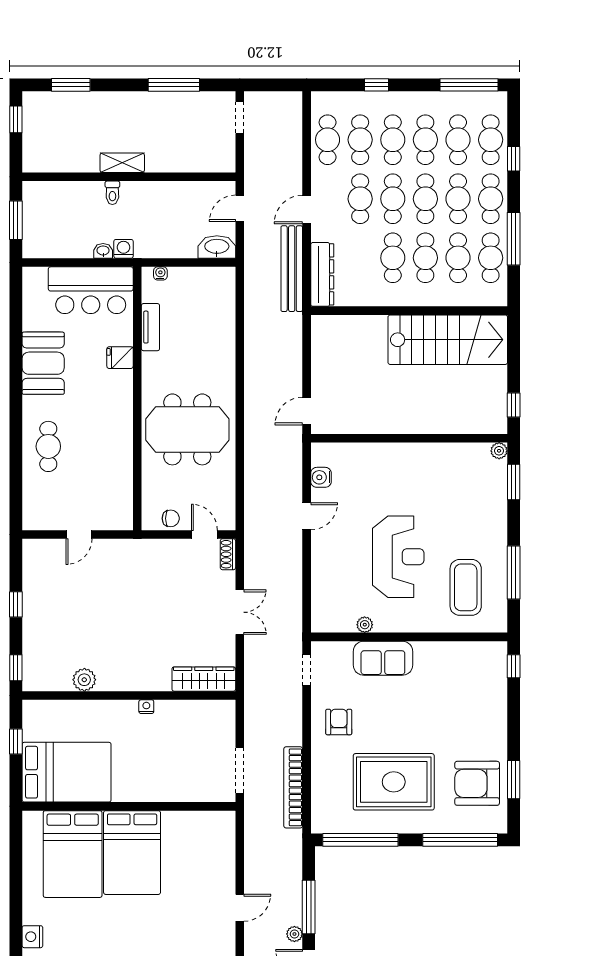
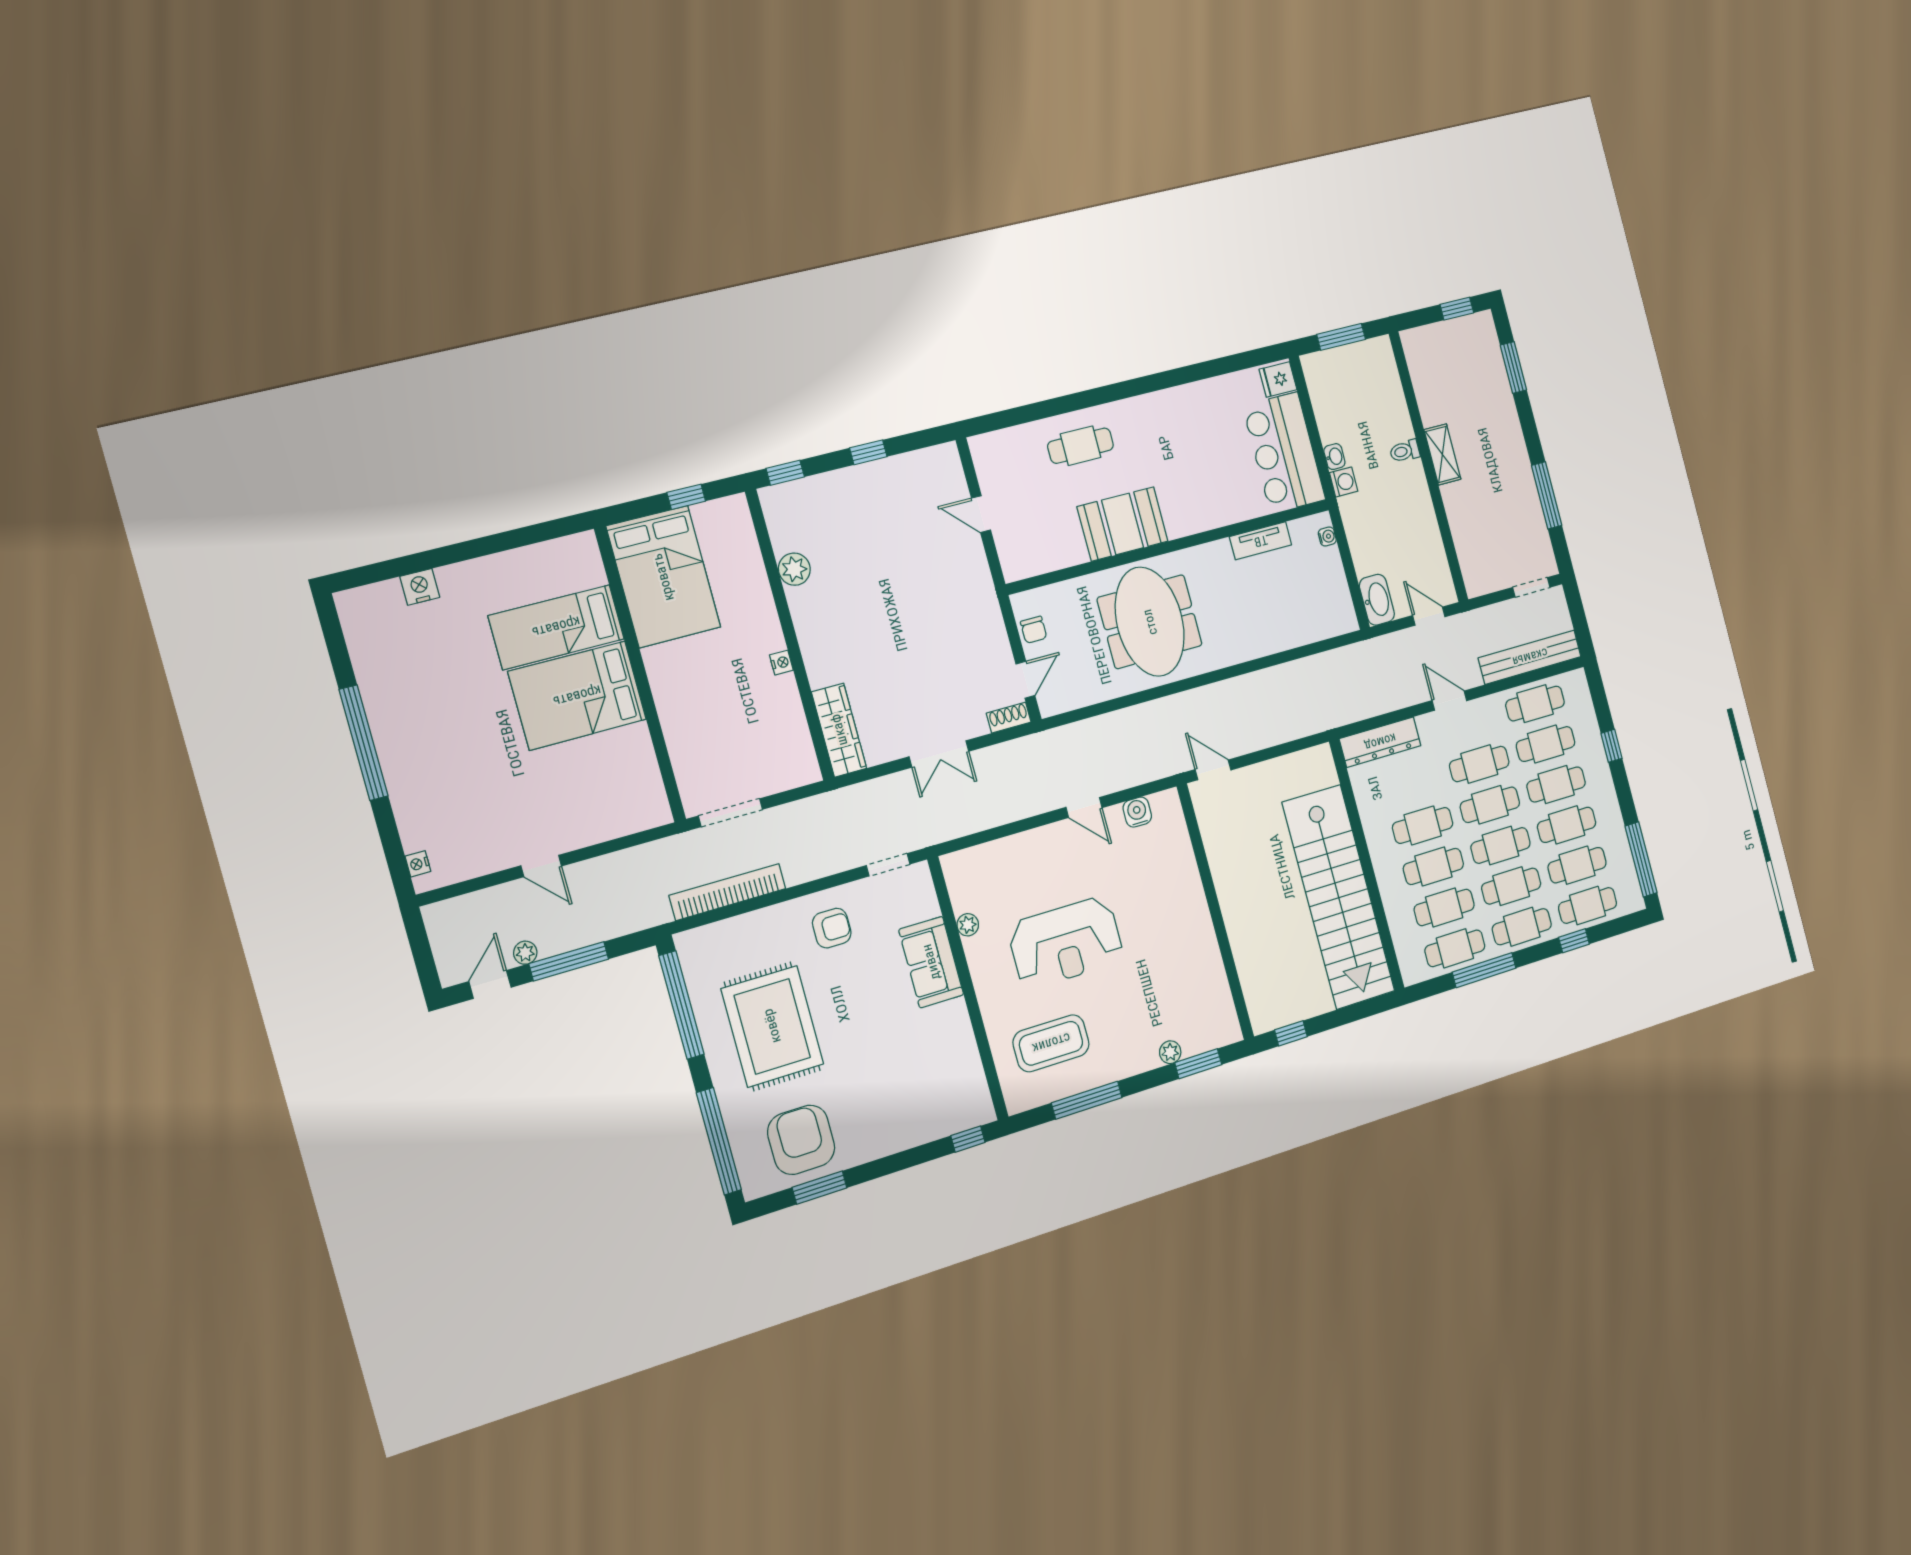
bench: (292, 269) -> (1530, 657), moved
stairs: (448, 340) -> (1339, 897), width x1.36
fridge: (120, 358) -> (1278, 379), moved, turned -90
booth: (43, 363) -> (1123, 524), moved
plant: (499, 451) -> (1170, 1052), moved
bed: (73, 854) -> (556, 627), width x0.67

